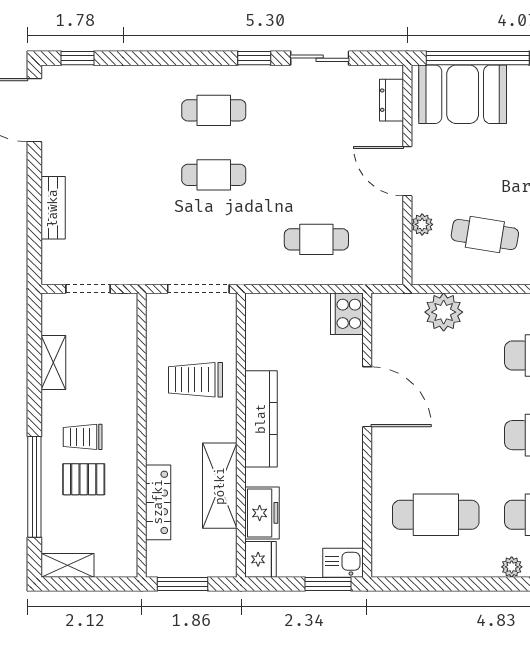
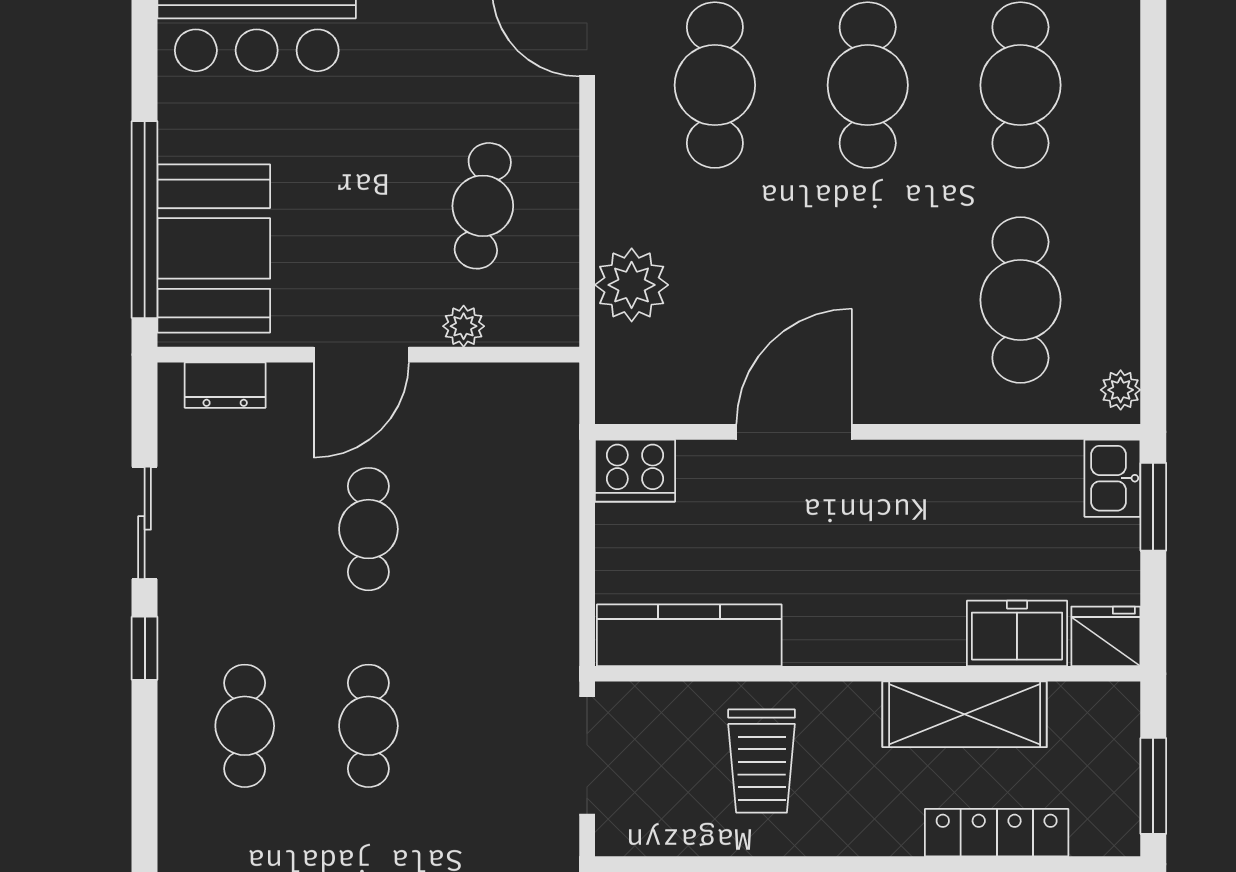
cafe table: (316, 239) -> (368, 529), moved
kitchen counter: (261, 419) -> (689, 635), moved
plant: (512, 567) -> (1121, 390), moved

